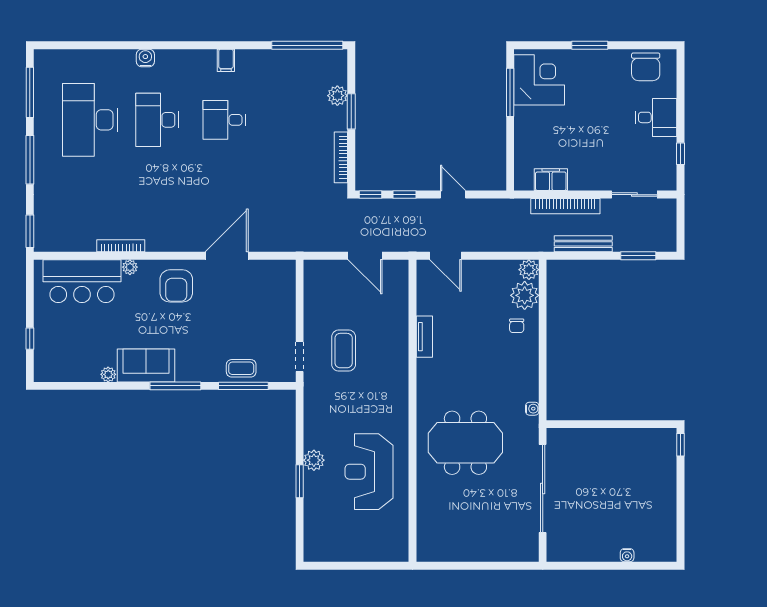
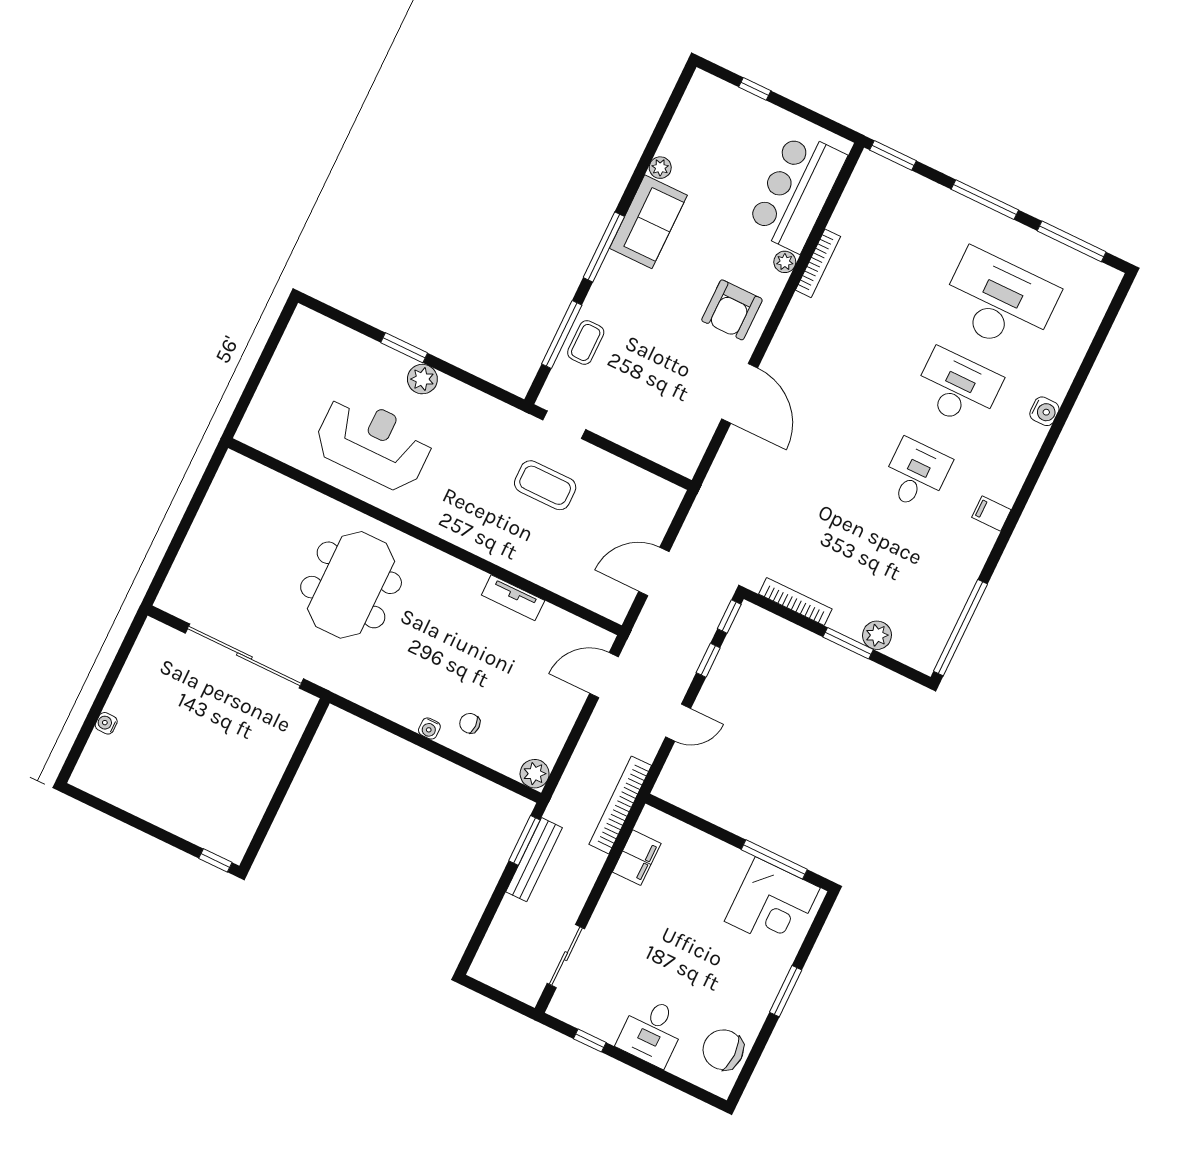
bookcase: (565, 206) -> (620, 805), moved
window: (638, 256) -> (524, 840), moved
armchair: (176, 286) -> (732, 310), turned -90
plant: (525, 295) -> (504, 752), removed
water cooler: (532, 409) -> (429, 728), moved

